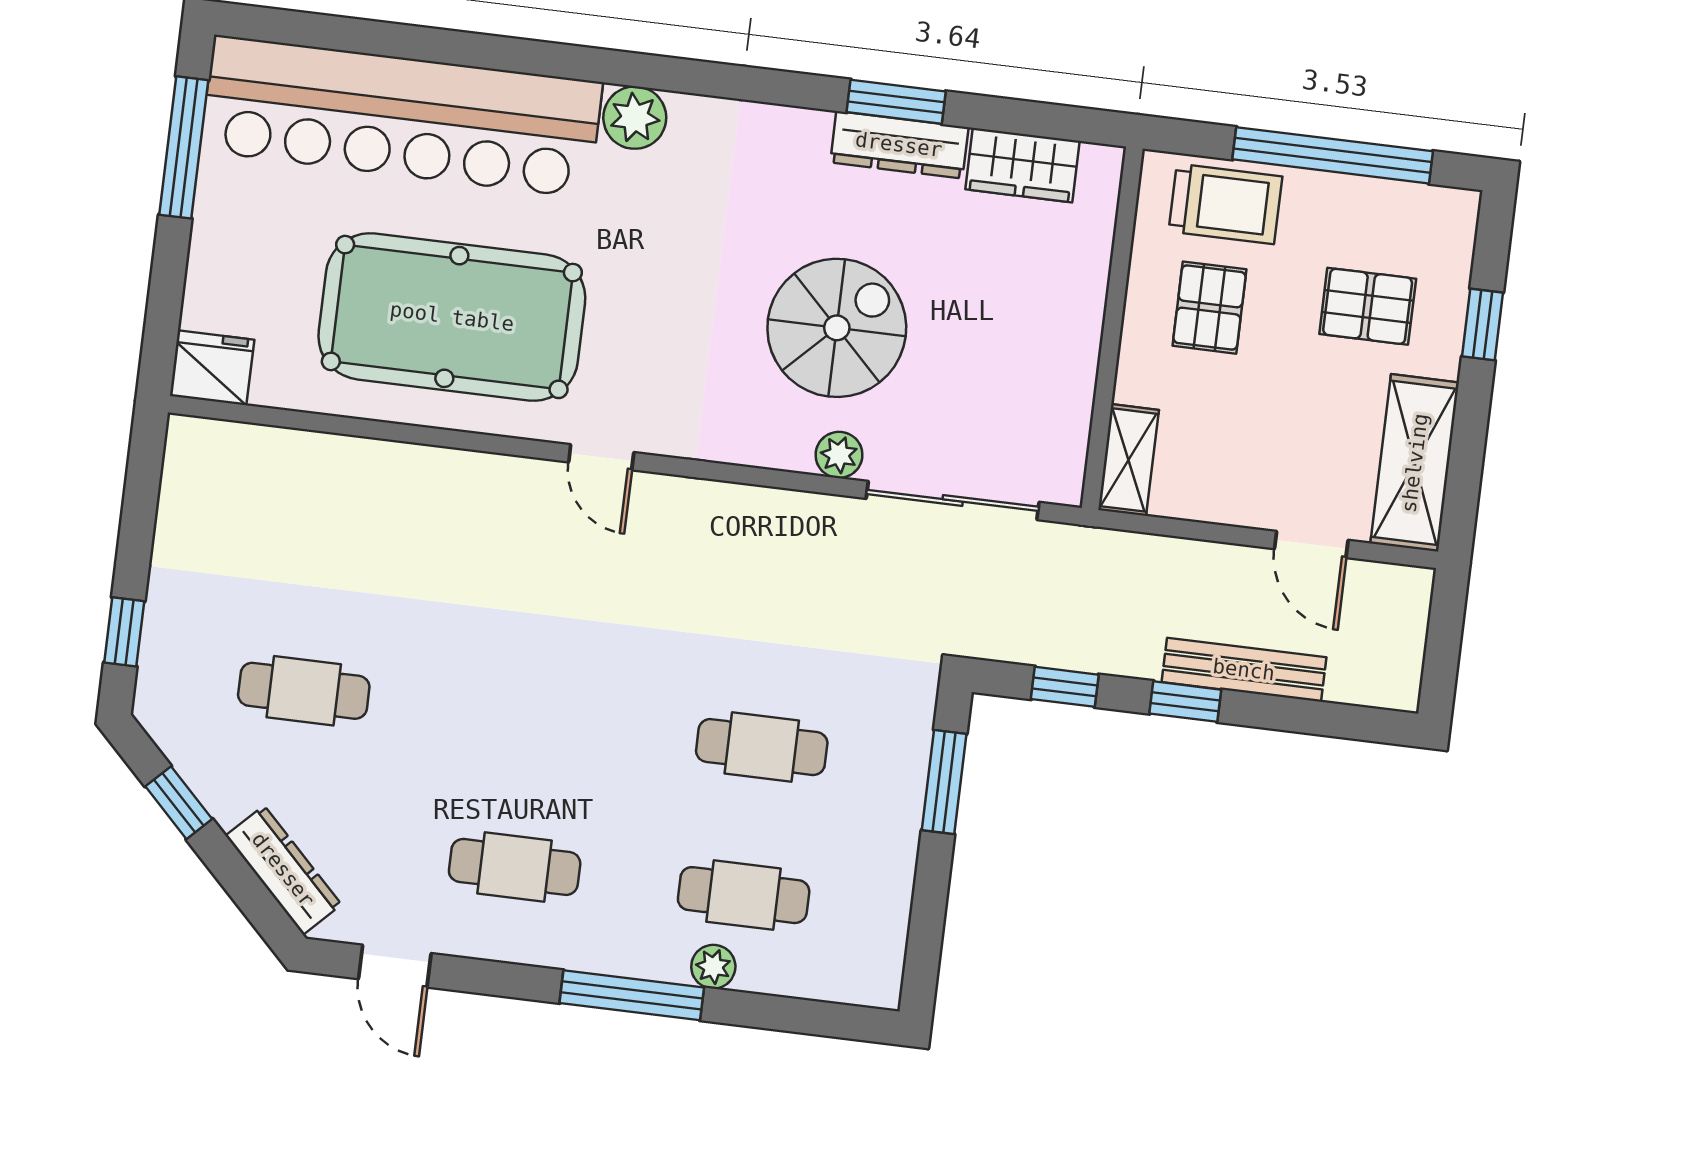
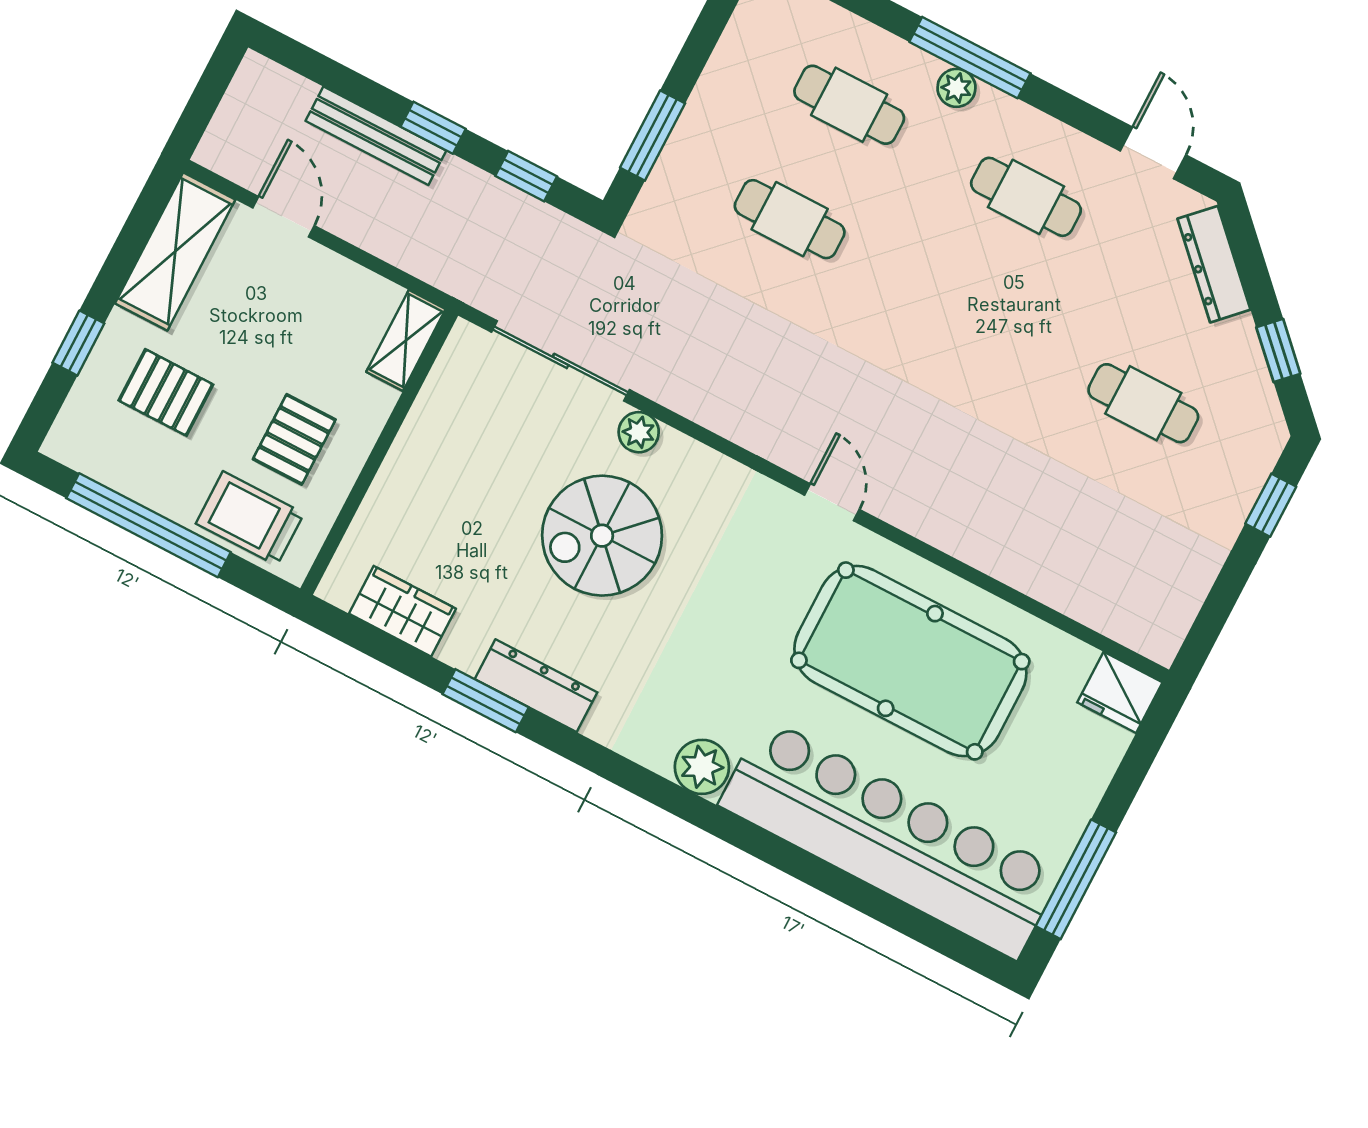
dresser: (899, 145) -> (536, 686), moved
plant: (713, 967) -> (956, 88), moved

